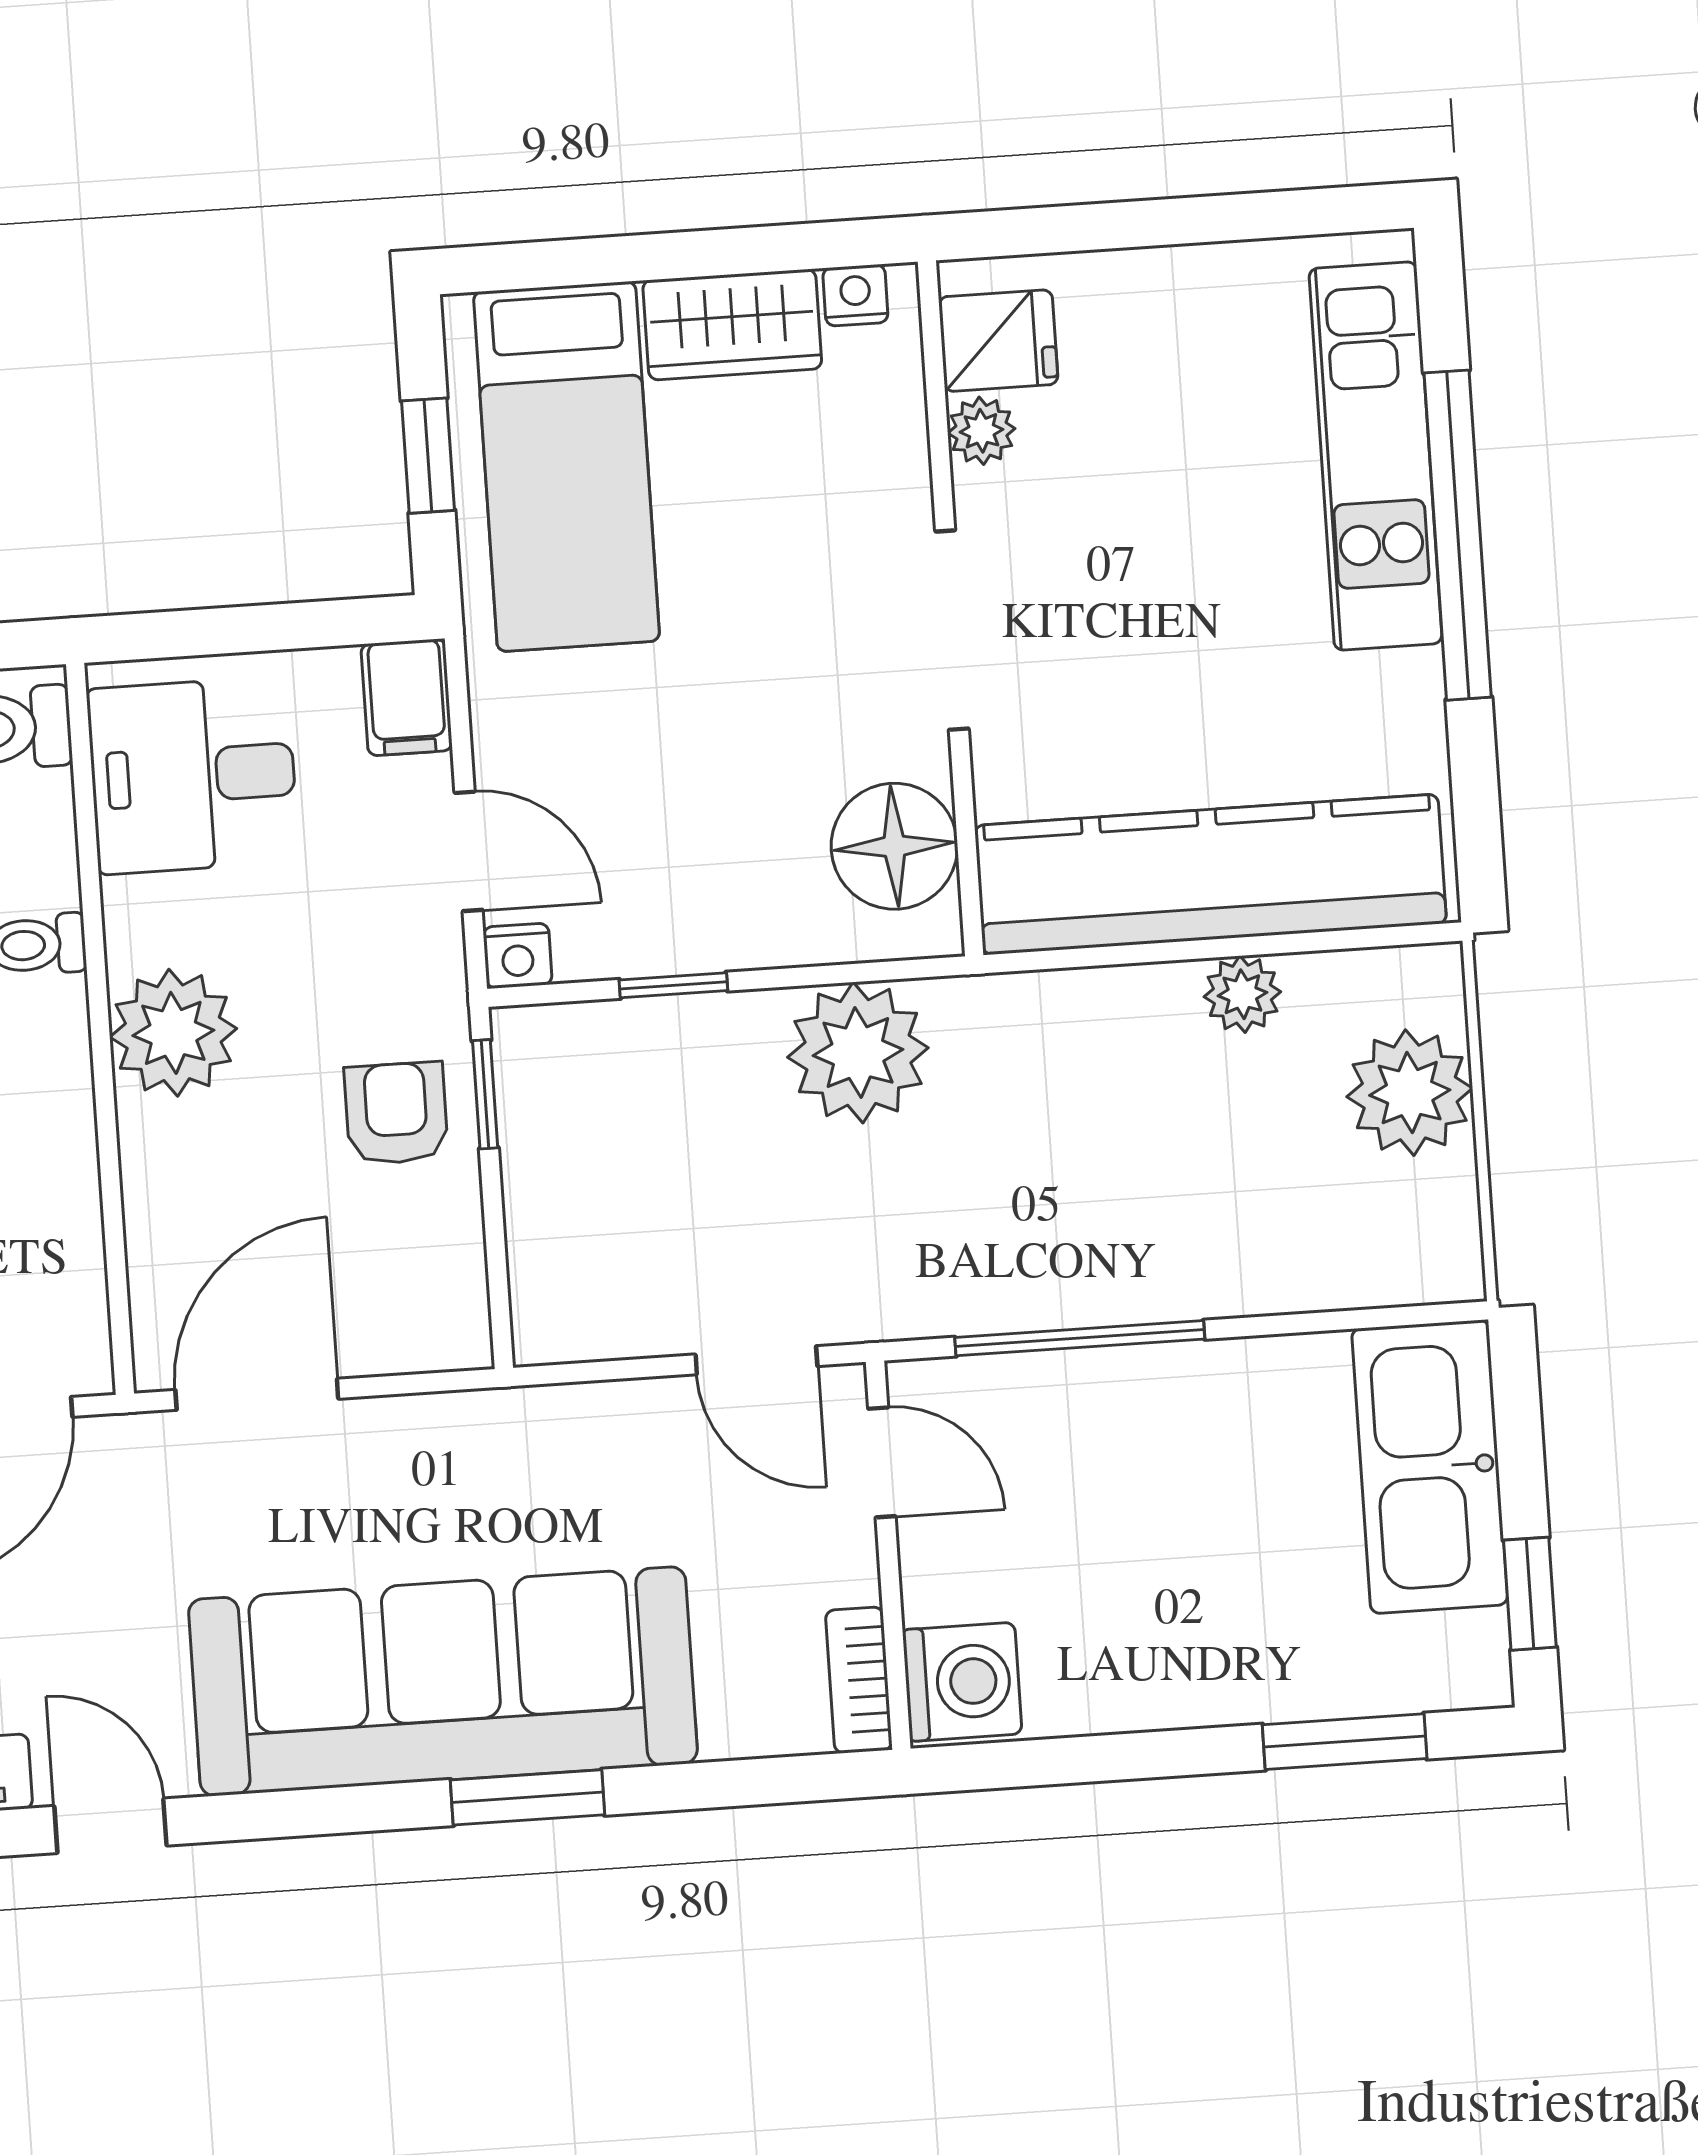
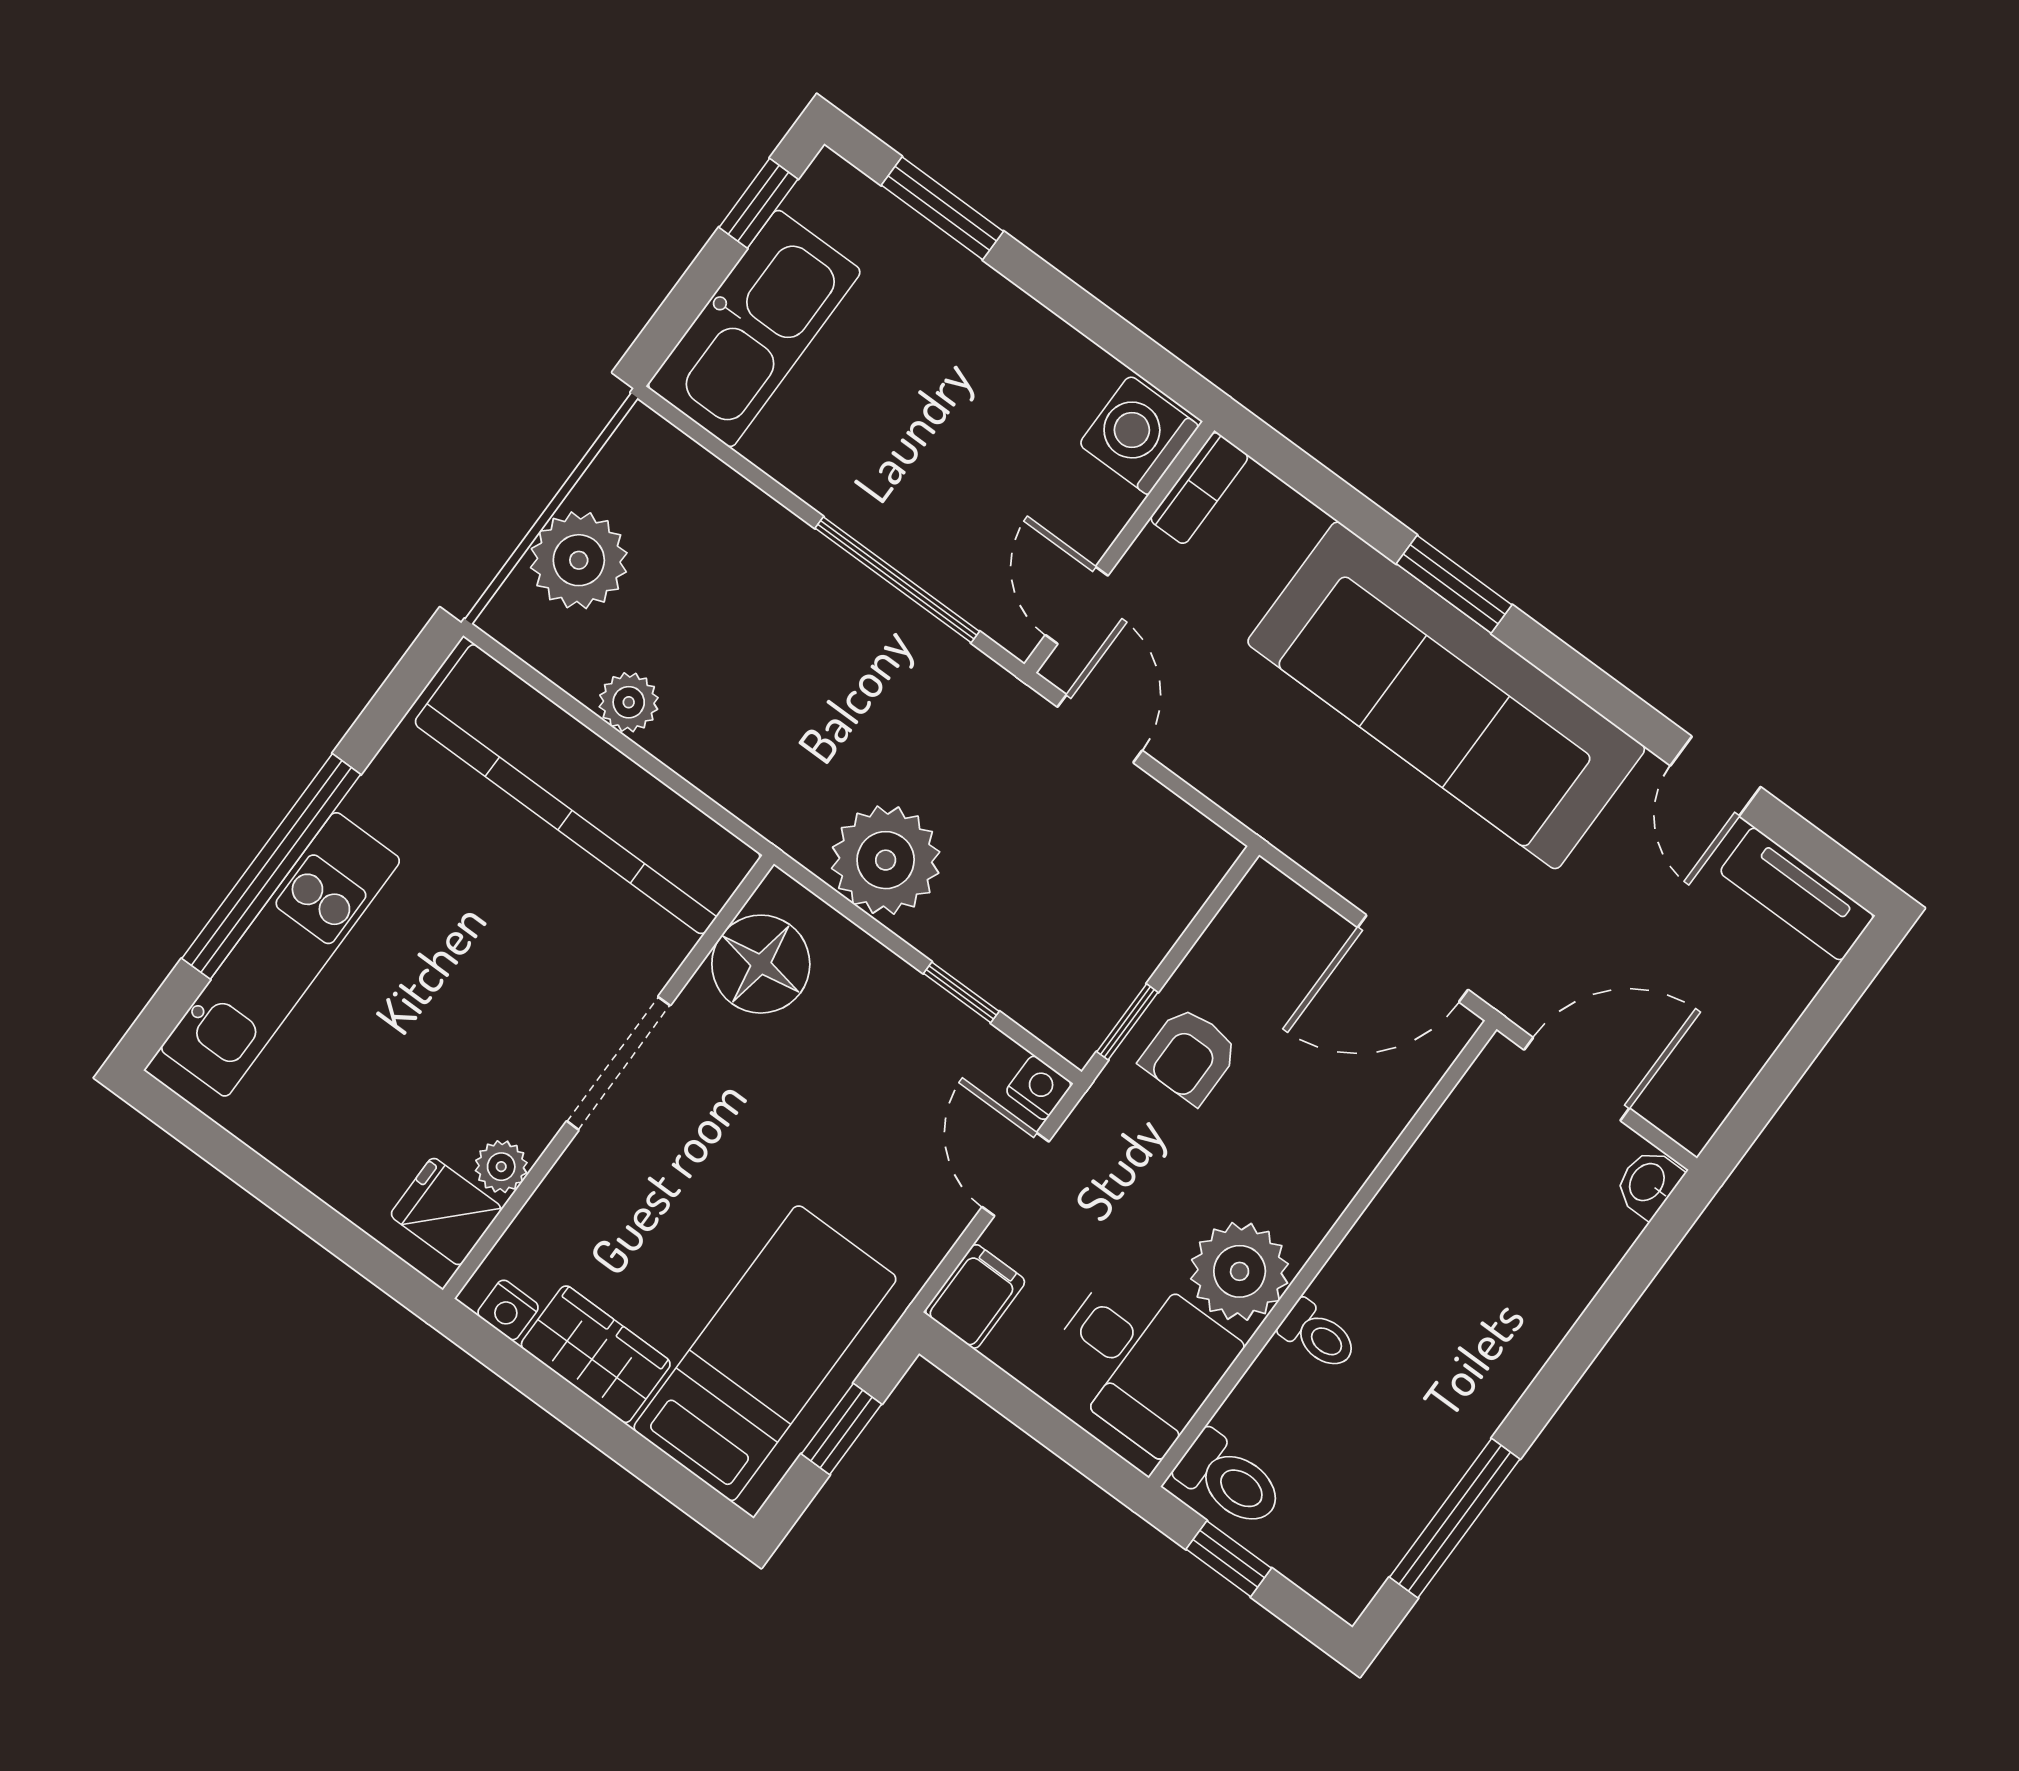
plant: (173, 1033) -> (1240, 1271), moved

